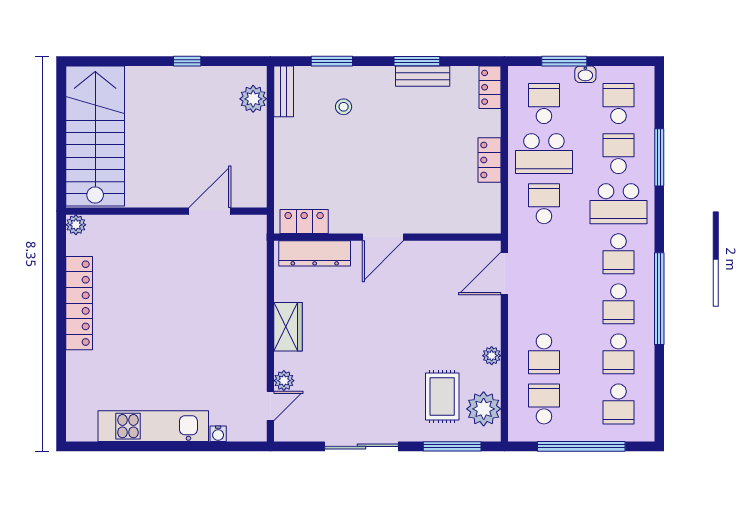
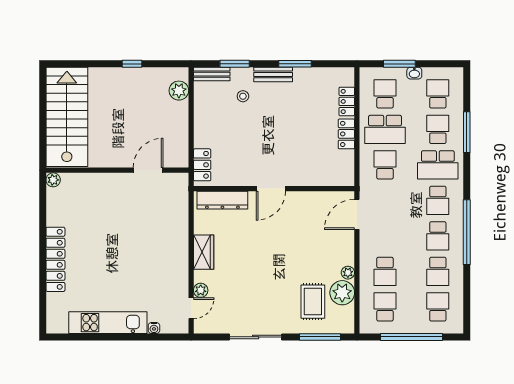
bench: (423, 76) -> (273, 74), moved
locker: (490, 87) -> (347, 101), moved
bench: (284, 91) -> (212, 74), moved, turned 90
locker: (304, 222) -> (202, 165), moved, turned 90
locker: (79, 303) -> (55, 259), moved
school desk: (618, 404) -> (438, 307), turned 180
plant: (484, 409) -> (342, 293), moved

